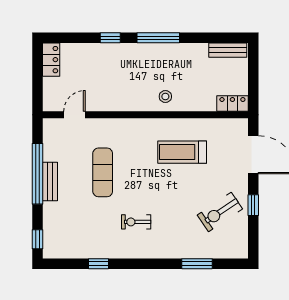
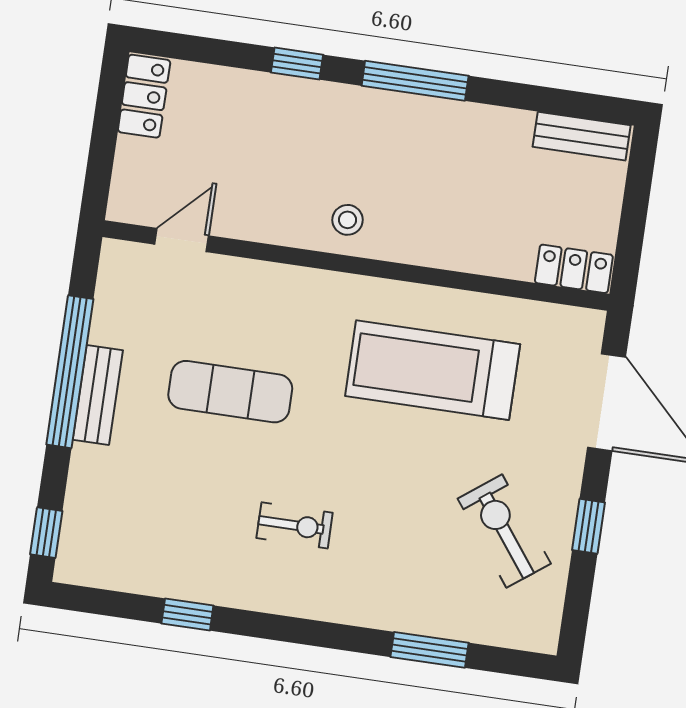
stool: (165, 96) -> (348, 220), moved
treadmill: (182, 152) -> (433, 370), width x1.37, depth x1.38
exercise mat: (103, 172) -> (230, 392), turned 90
exercise bike: (220, 212) -> (504, 531), turned 87
exercise bike: (136, 222) -> (295, 525), turned 180

